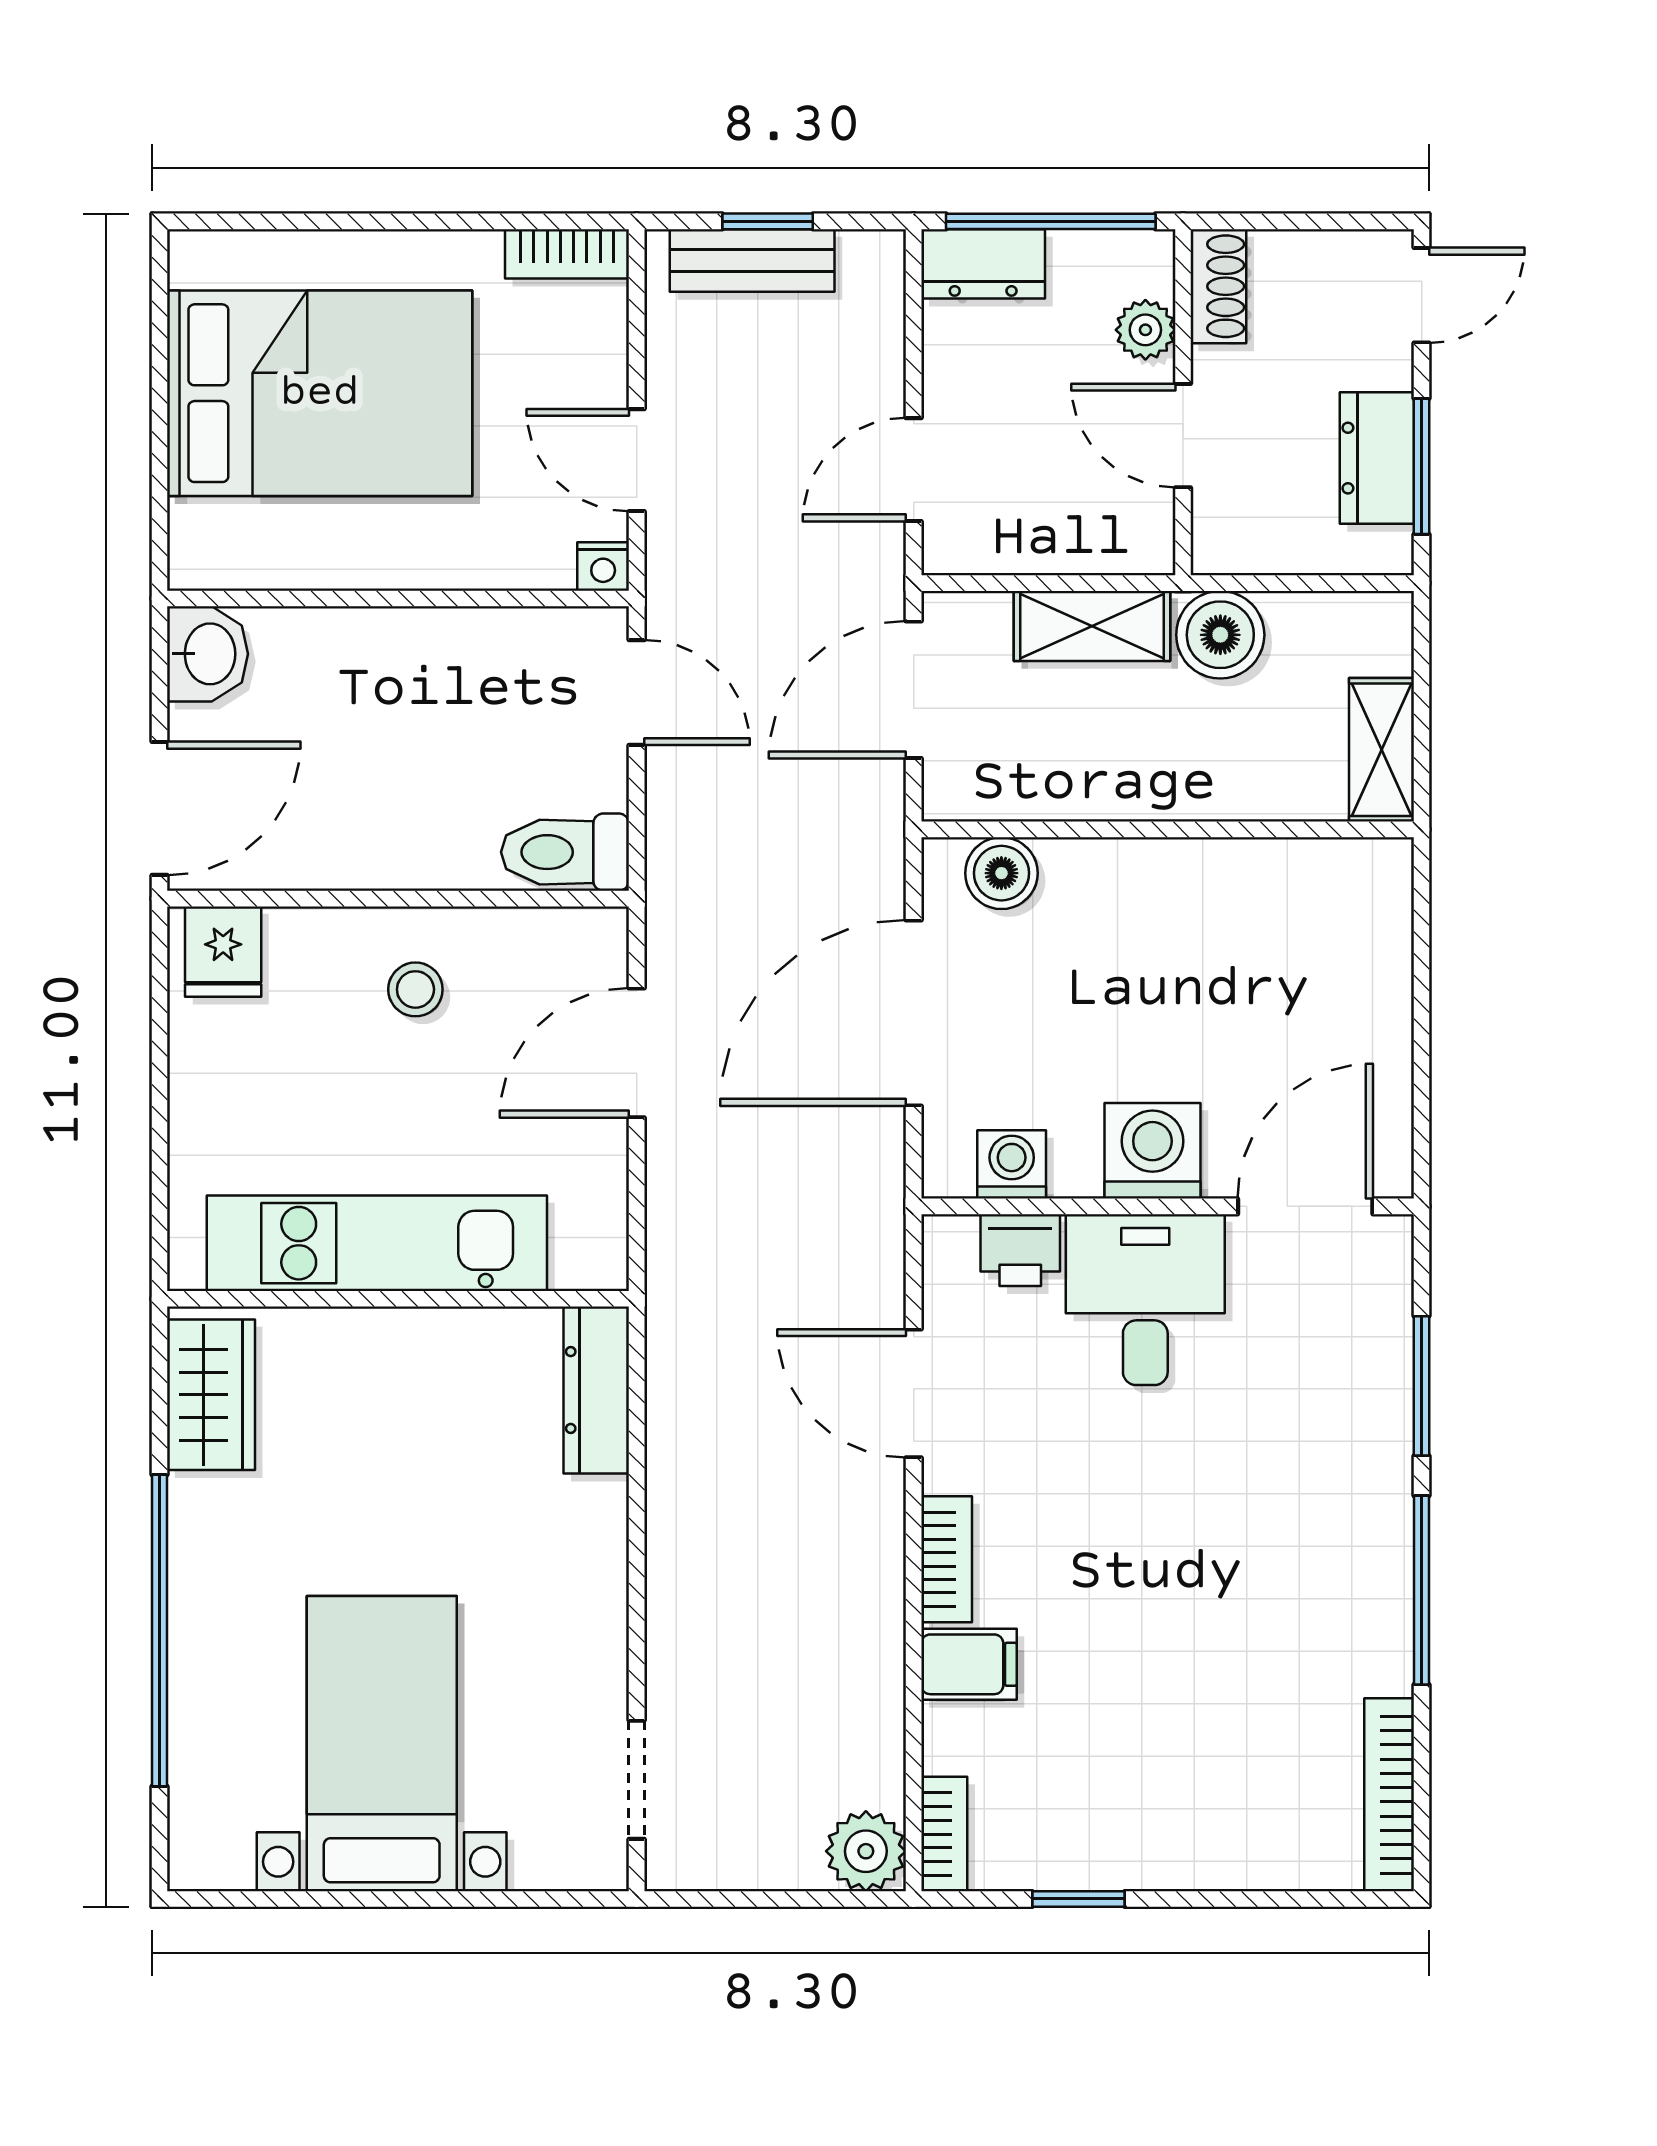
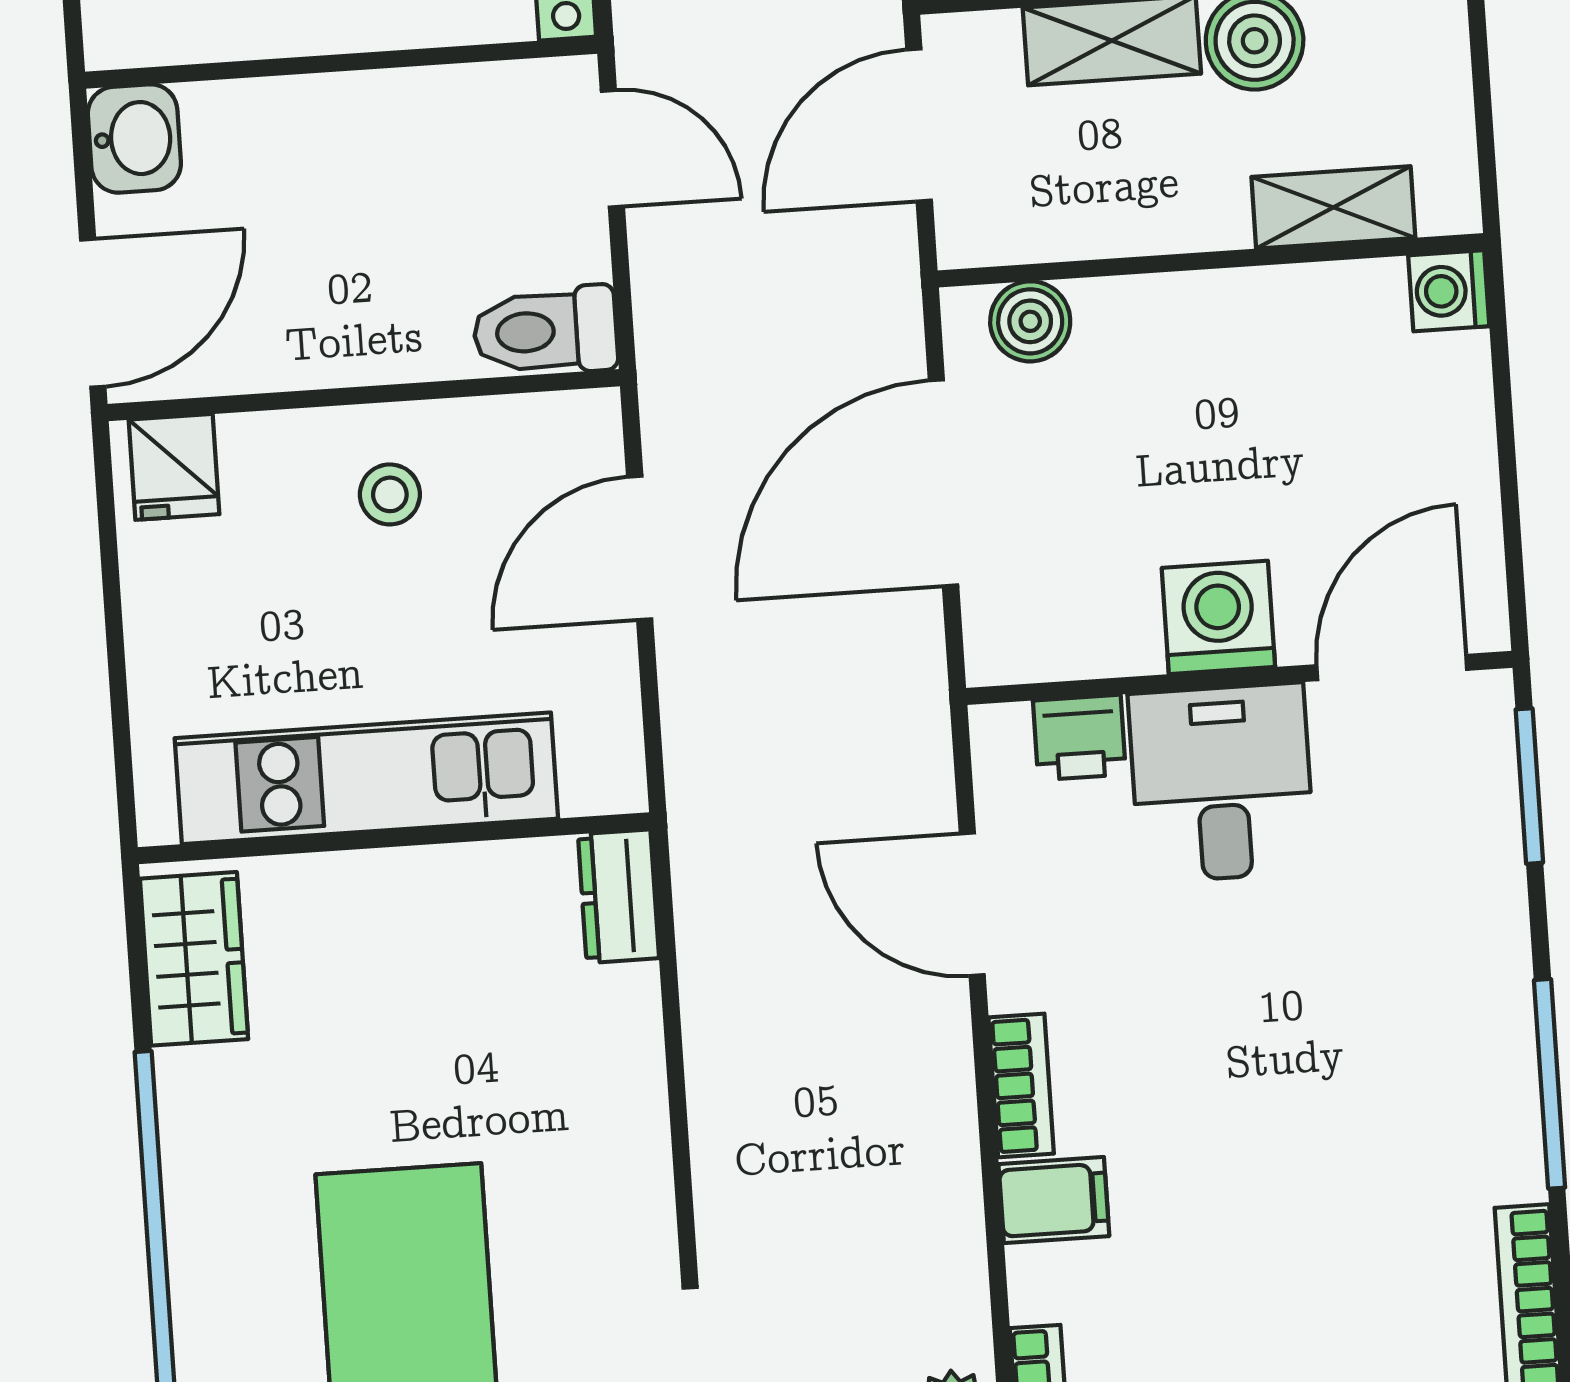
shelving: (1381, 750) -> (1333, 207), moved, turned 90
washing machine: (1012, 1164) -> (1449, 291), moved, turned -90
window: (1422, 1386) -> (1529, 786), moved
dresser: (596, 1390) -> (618, 896), width x0.70

